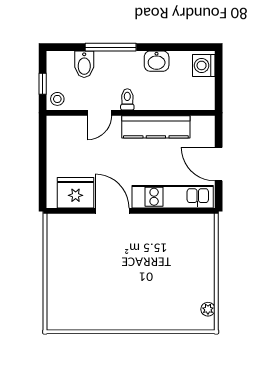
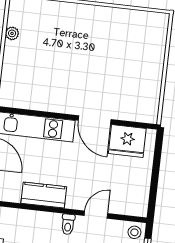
kitchen counter: (156, 127) -> (44, 195), width x0.67
plant: (208, 309) -> (12, 33), moved

